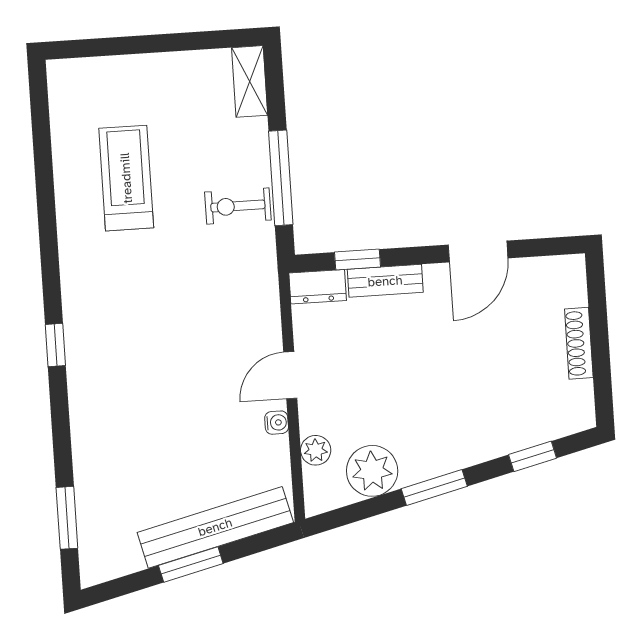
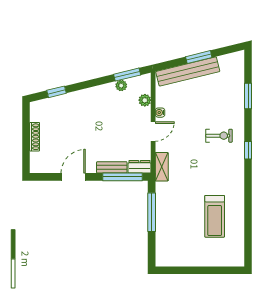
shelving: (250, 81) -> (162, 167), moved
exercise bike: (238, 206) -> (219, 136), moved
window: (358, 259) -> (123, 177), width x2.17
plant: (372, 471) -> (121, 86), width x0.53, depth x0.53
window: (434, 487) -> (127, 75), moved
window: (67, 518) -> (248, 96), moved

